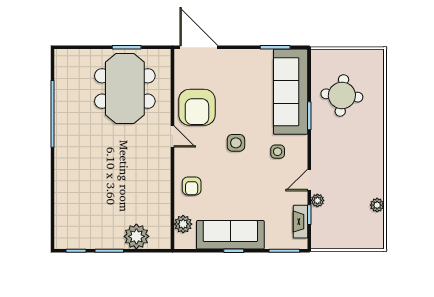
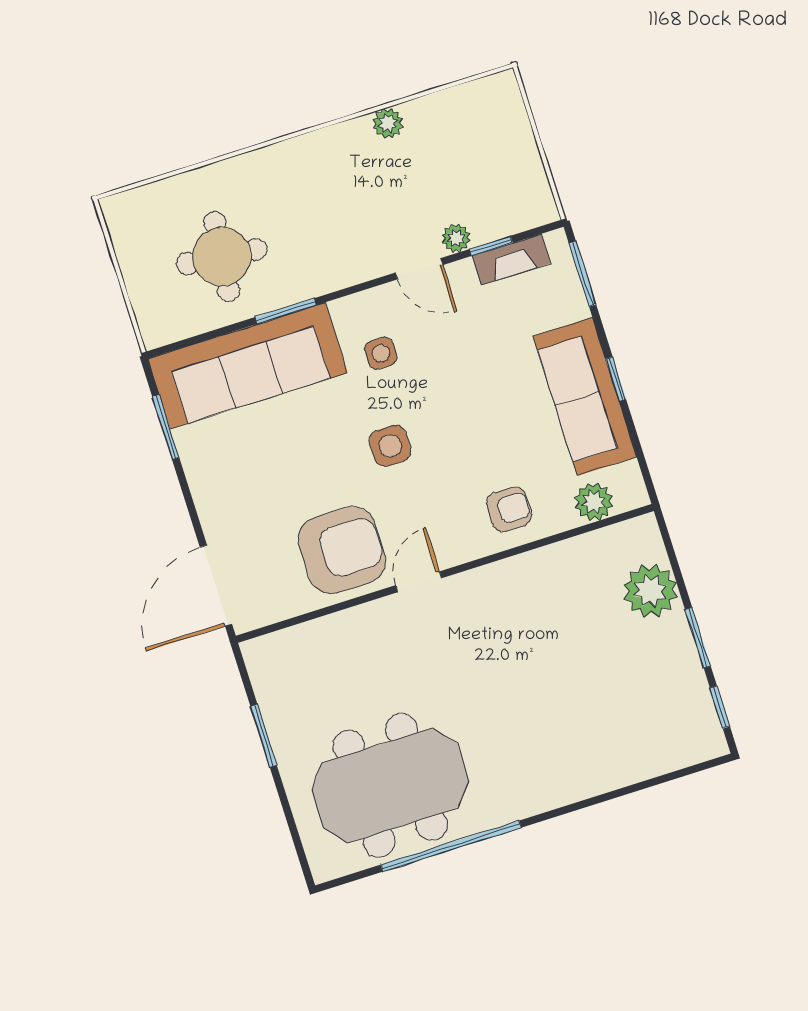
meeting table: (125, 88) -> (390, 785), moved
plant: (377, 205) -> (388, 123), moved

